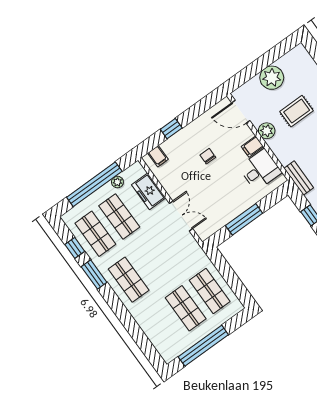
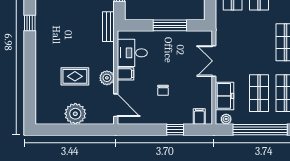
plant: (117, 182) -> (226, 119), moved

